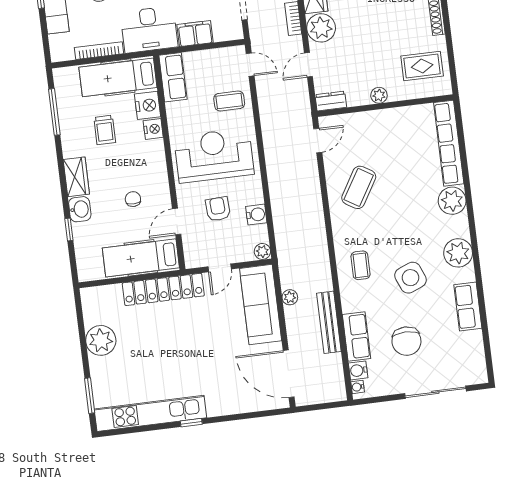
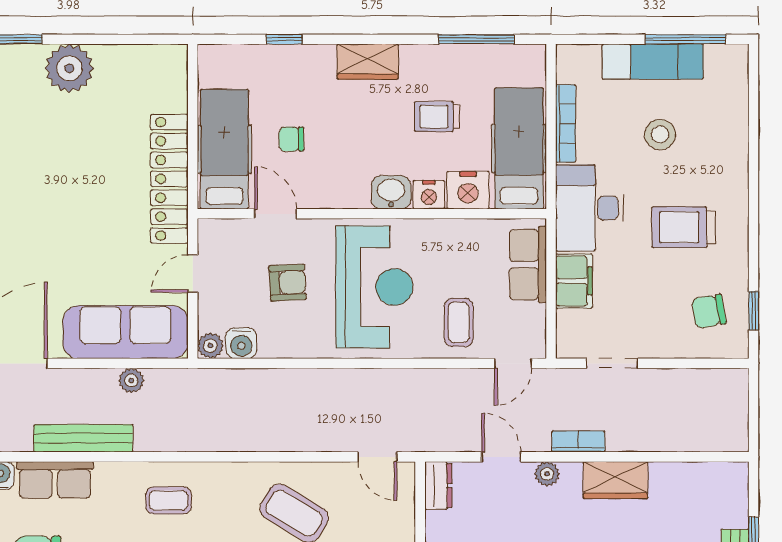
plant: (321, 28) -> (547, 474), width x0.53, depth x0.53
row of seats: (173, 77) -> (528, 265), moved, turned 90
chair: (133, 199) -> (291, 139), moved, turned 180
washbasin: (80, 209) -> (391, 192), moved, turned 180
water cooler: (256, 215) -> (241, 343), moved
door: (220, 268) -> (193, 274), hinge flipped
plant: (101, 340) -> (69, 68), moved

